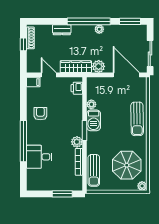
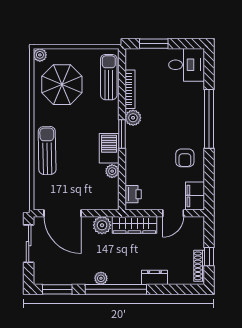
door: (49, 75) -> (173, 213), hinge flipped
filing cabinet: (33, 82) -> (195, 196), width x2.00
desk: (39, 157) -> (187, 65), moved

